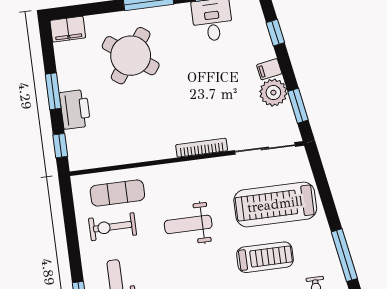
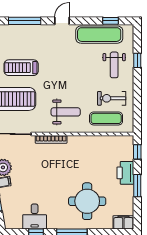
round table: (131, 56) -> (87, 201), turned -36
weight bench: (188, 224) -> (66, 112), moved
exercise bike: (113, 227) -> (112, 98), turned 180

